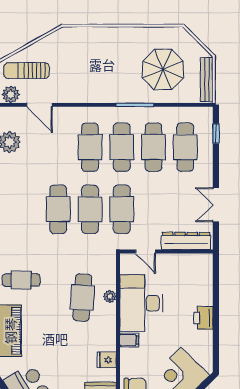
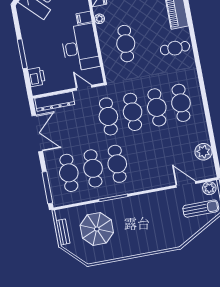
bench: (207, 80) -> (63, 232), width x0.73
window: (216, 134) -> (47, 188), width x2.17
cafe table: (90, 147) -> (181, 103), moved
double door: (216, 205) -> (37, 133), width x1.37
plant: (110, 296) -> (99, 19), moved
window: (216, 309) -> (22, 54), added
printer: (203, 318) -> (36, 77), moved

